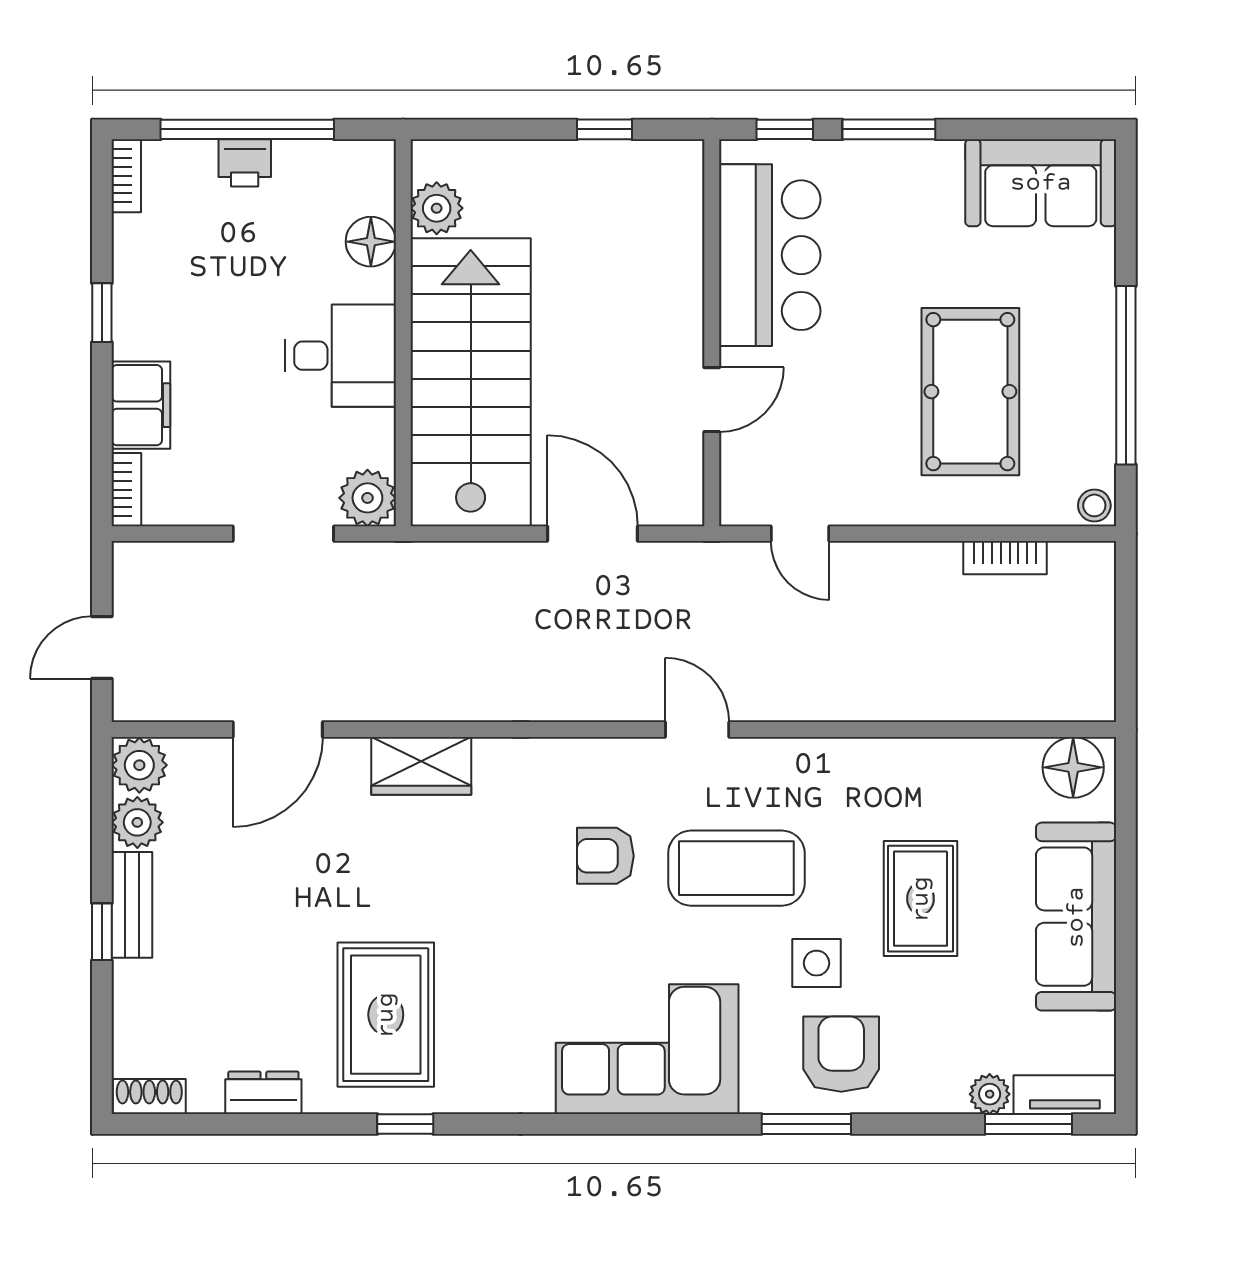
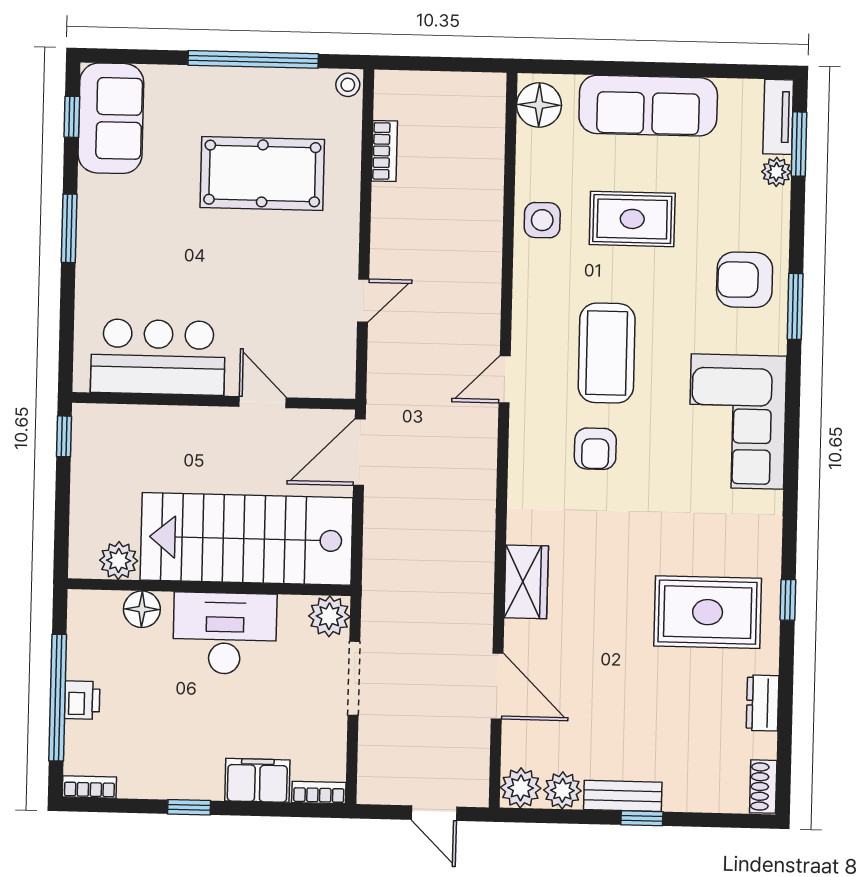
window: (785, 129) -> (72, 117), moved
bar counter: (770, 255) -> (158, 357), moved
wall: (712, 333) -> (214, 401), moved
desk: (341, 356) -> (225, 633), width x1.37
door: (712, 400) -> (263, 402), moved
side table: (816, 963) -> (542, 220), moved

